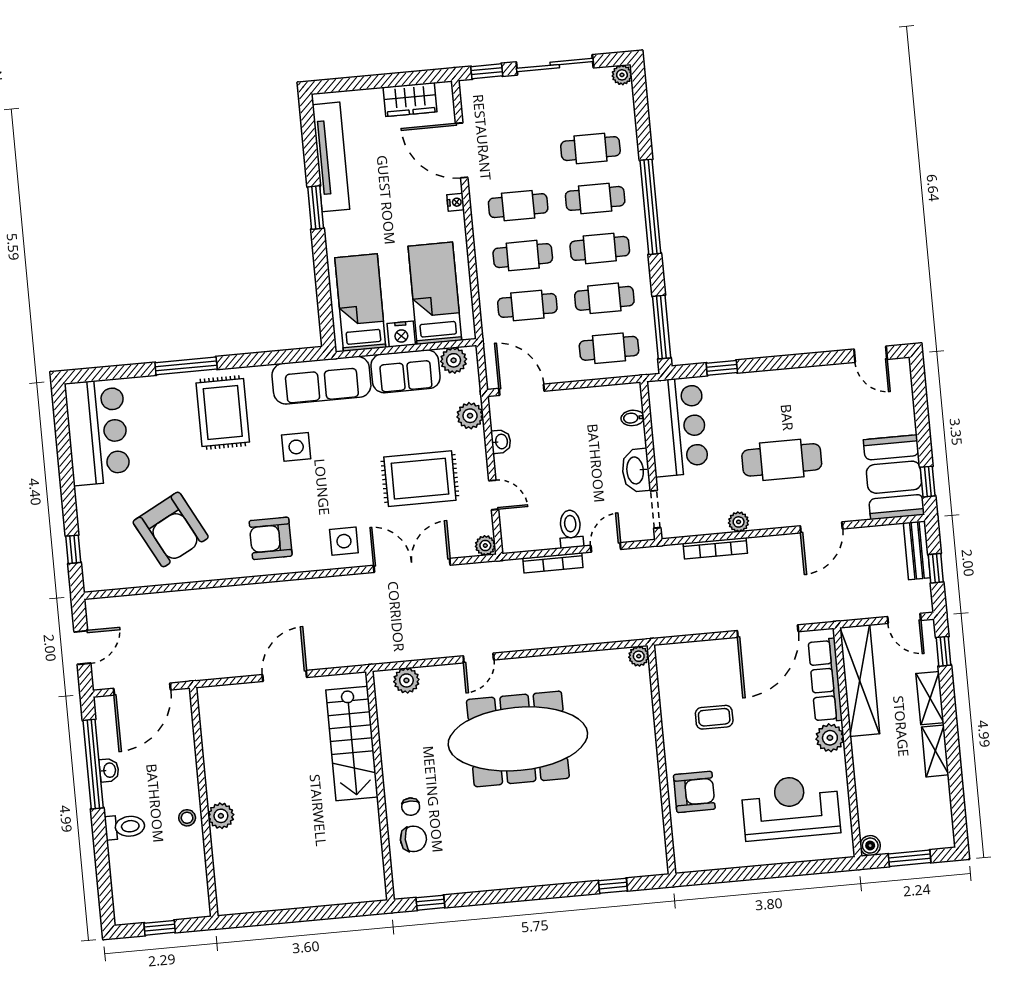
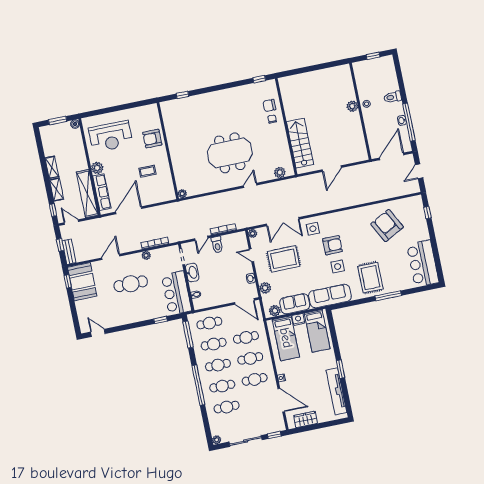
armchair: (271, 538) -> (332, 245), moved
meeting table: (518, 739) -> (230, 153), width x0.73

